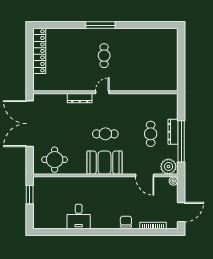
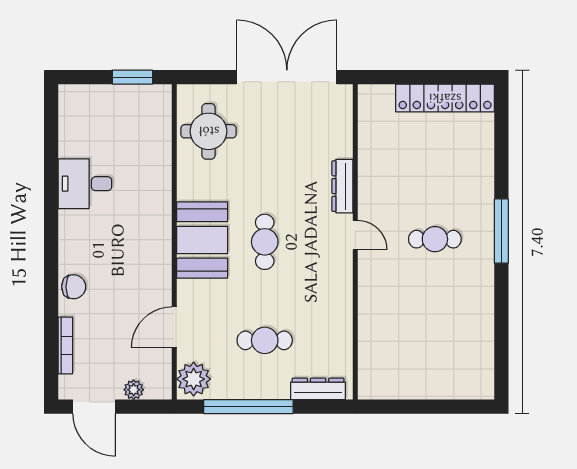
dresser: (173, 132) -> (318, 389), moved
plant: (173, 181) -> (134, 390), moved

